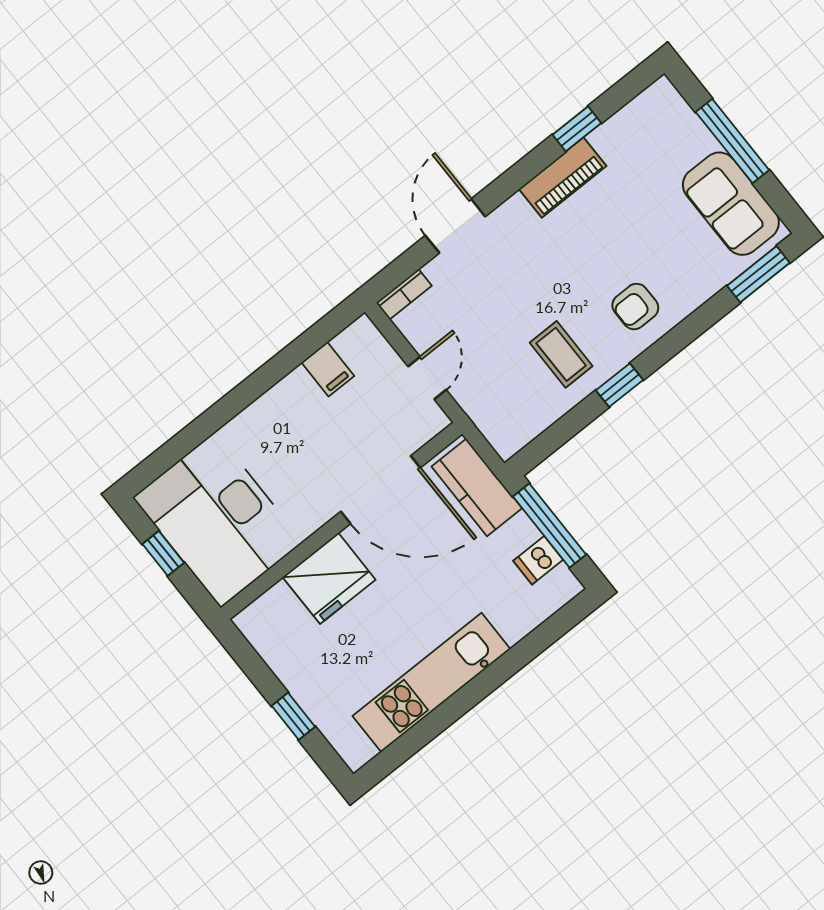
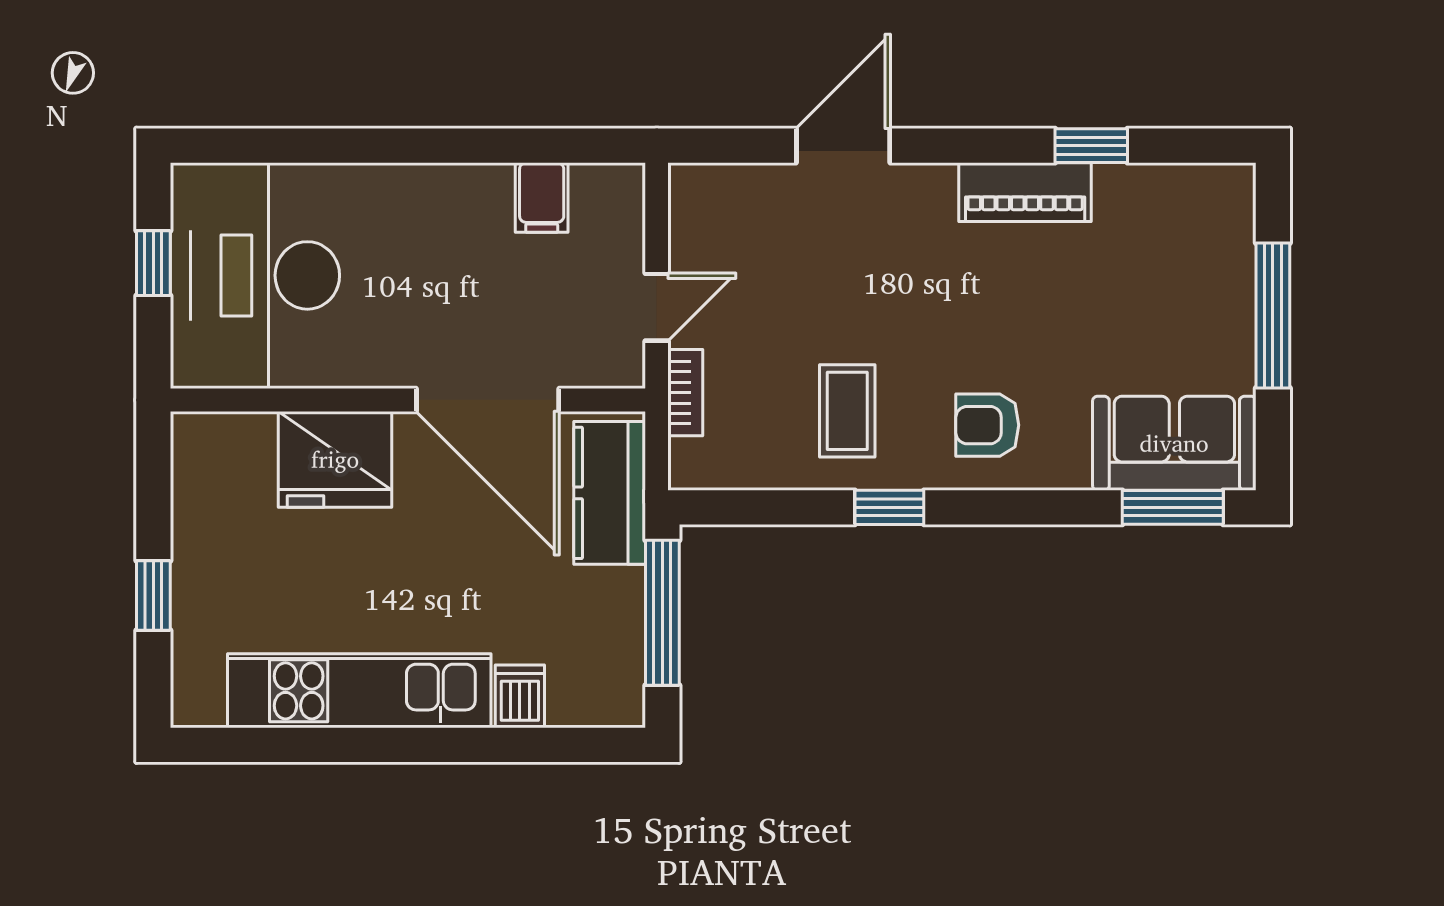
sofa: (731, 204) -> (1174, 443), moved, turned 90
bookcase: (404, 294) -> (685, 393), moved, turned -90
dishwasher: (538, 560) -> (520, 696), moved, turned 90

